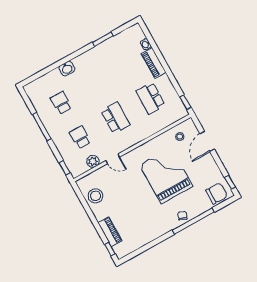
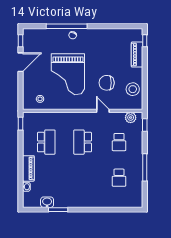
washbasin: (67, 69) -> (47, 202), moved
door: (207, 141) -> (21, 62), moved
plant: (93, 161) -> (131, 118), moved
chair: (217, 193) -> (107, 83), moved

